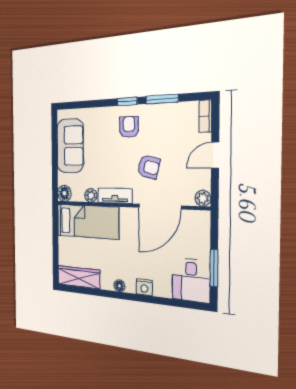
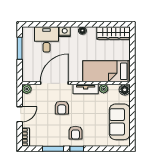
armchair: (149, 167) -> (62, 108), turned -104
desk: (191, 280) -> (46, 39), moved

